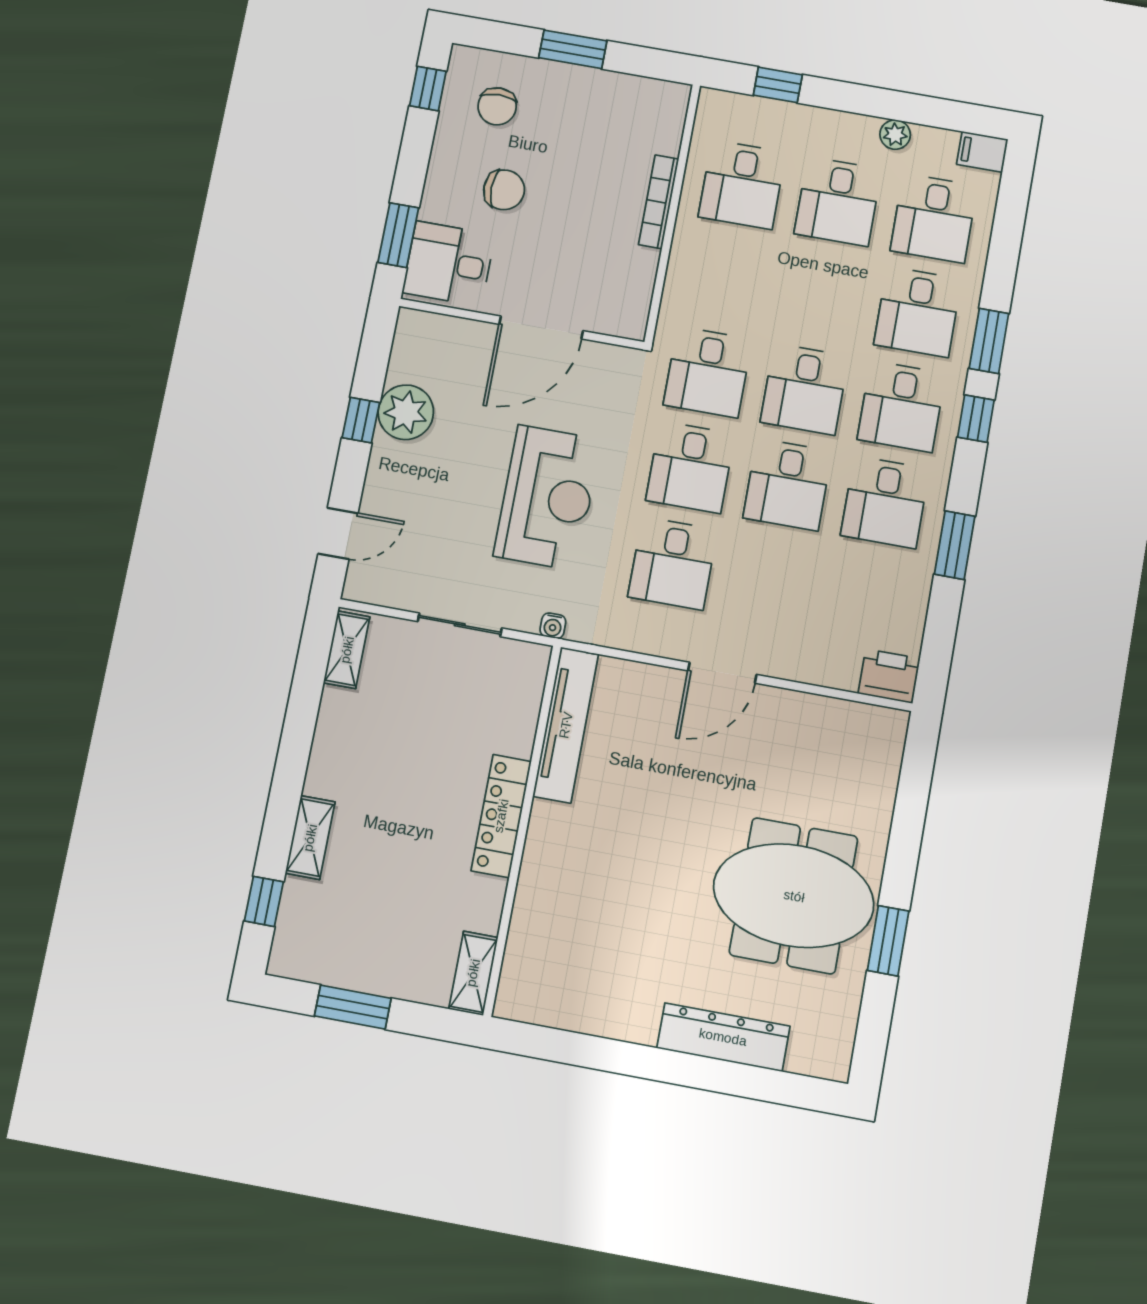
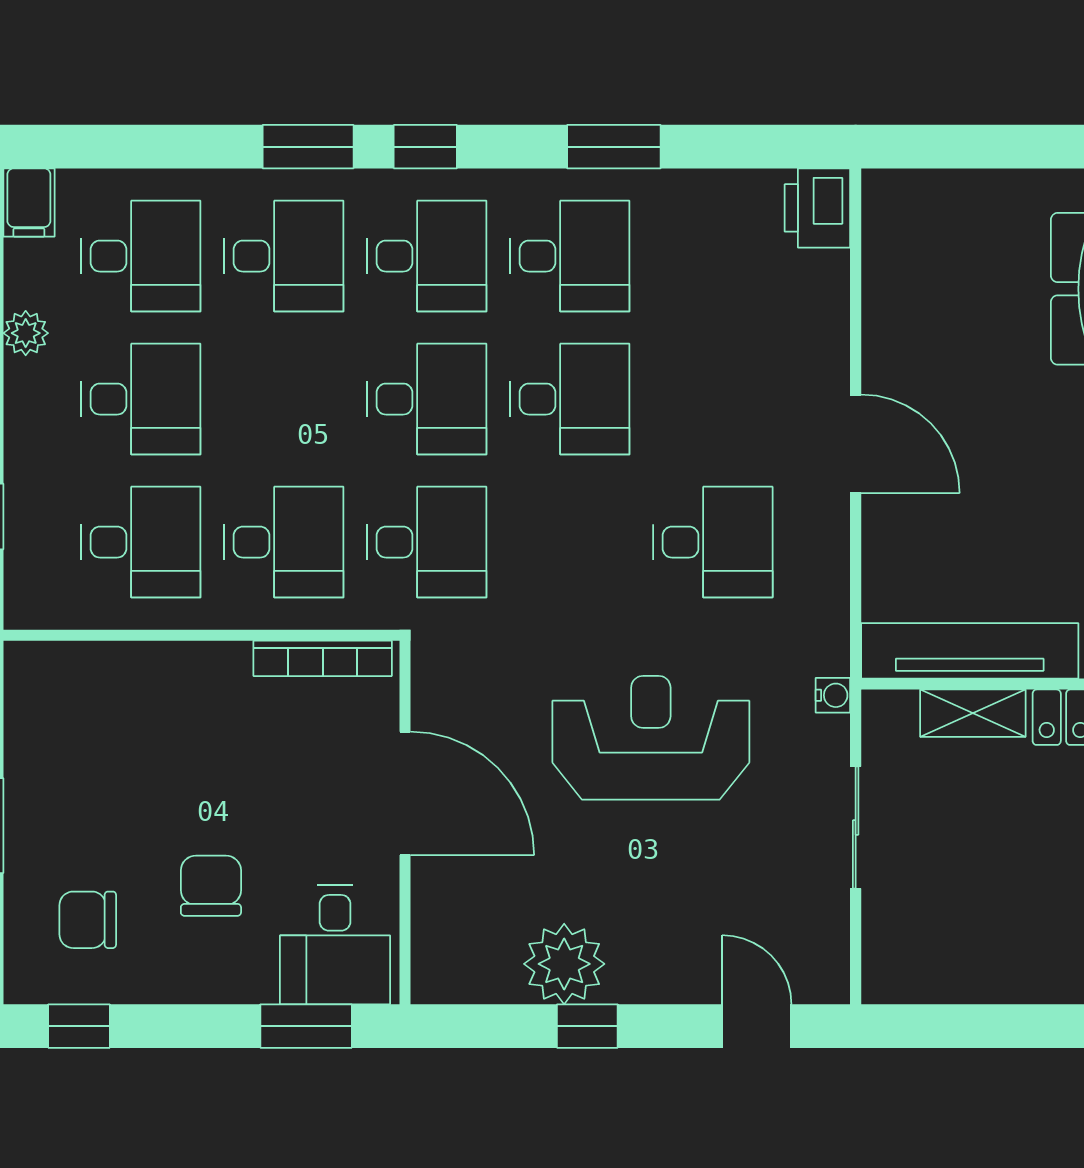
chair: (497, 106) -> (88, 920), turned 180
bookcase: (659, 202) -> (323, 658), moved
desk: (690, 467) -> (284, 542), moved
shelving: (347, 650) -> (973, 713), moved

